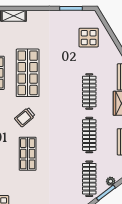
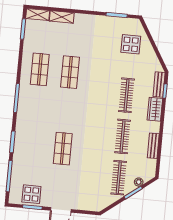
shop shelf: (28, 73) -> (70, 72), width x0.70, depth x0.74
trolley: (25, 117) -> (63, 114), removed

